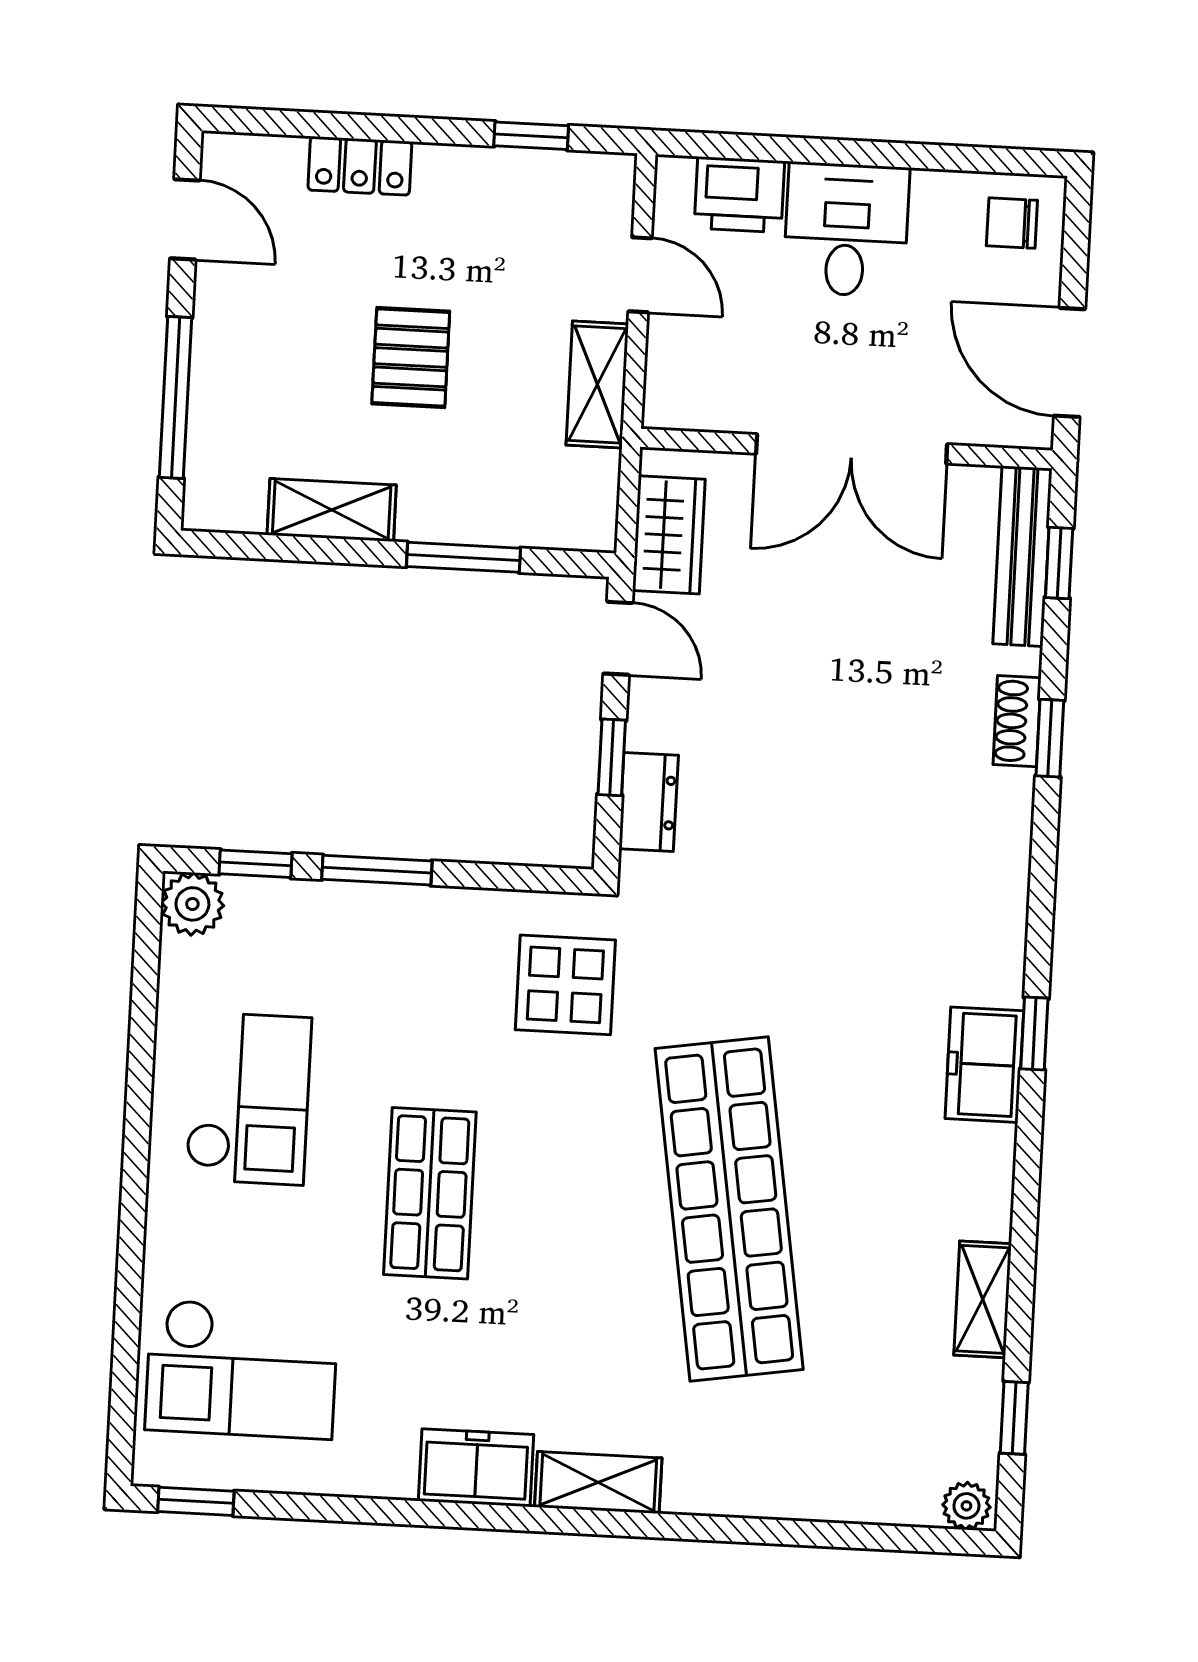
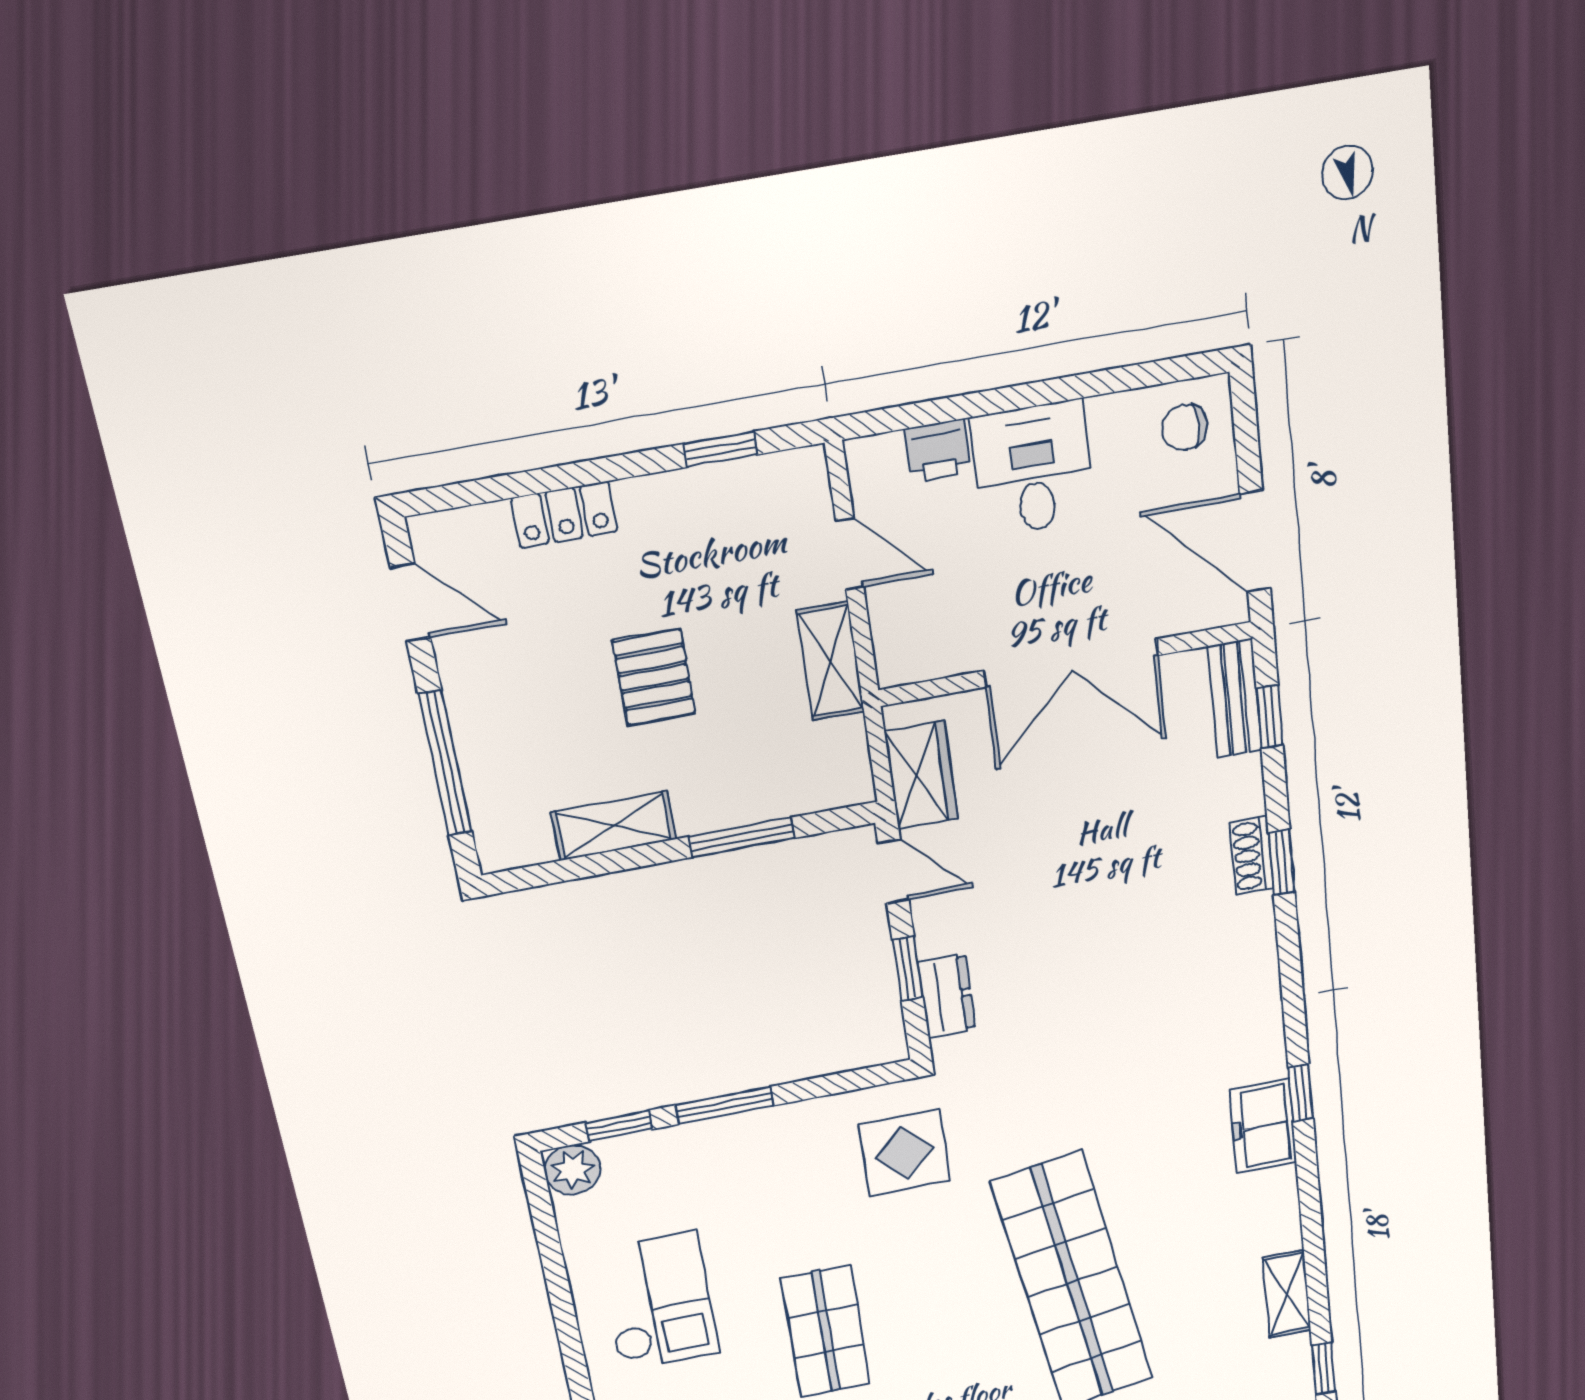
printer: (739, 195) -> (938, 451), width x0.73, depth x0.81
bench: (1022, 556) -> (1235, 698), width x0.73

